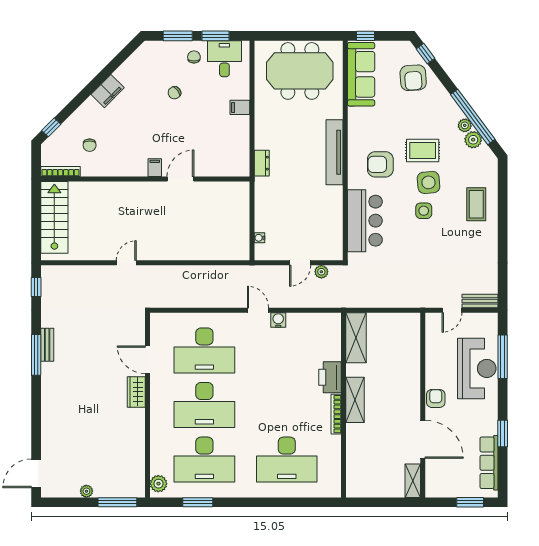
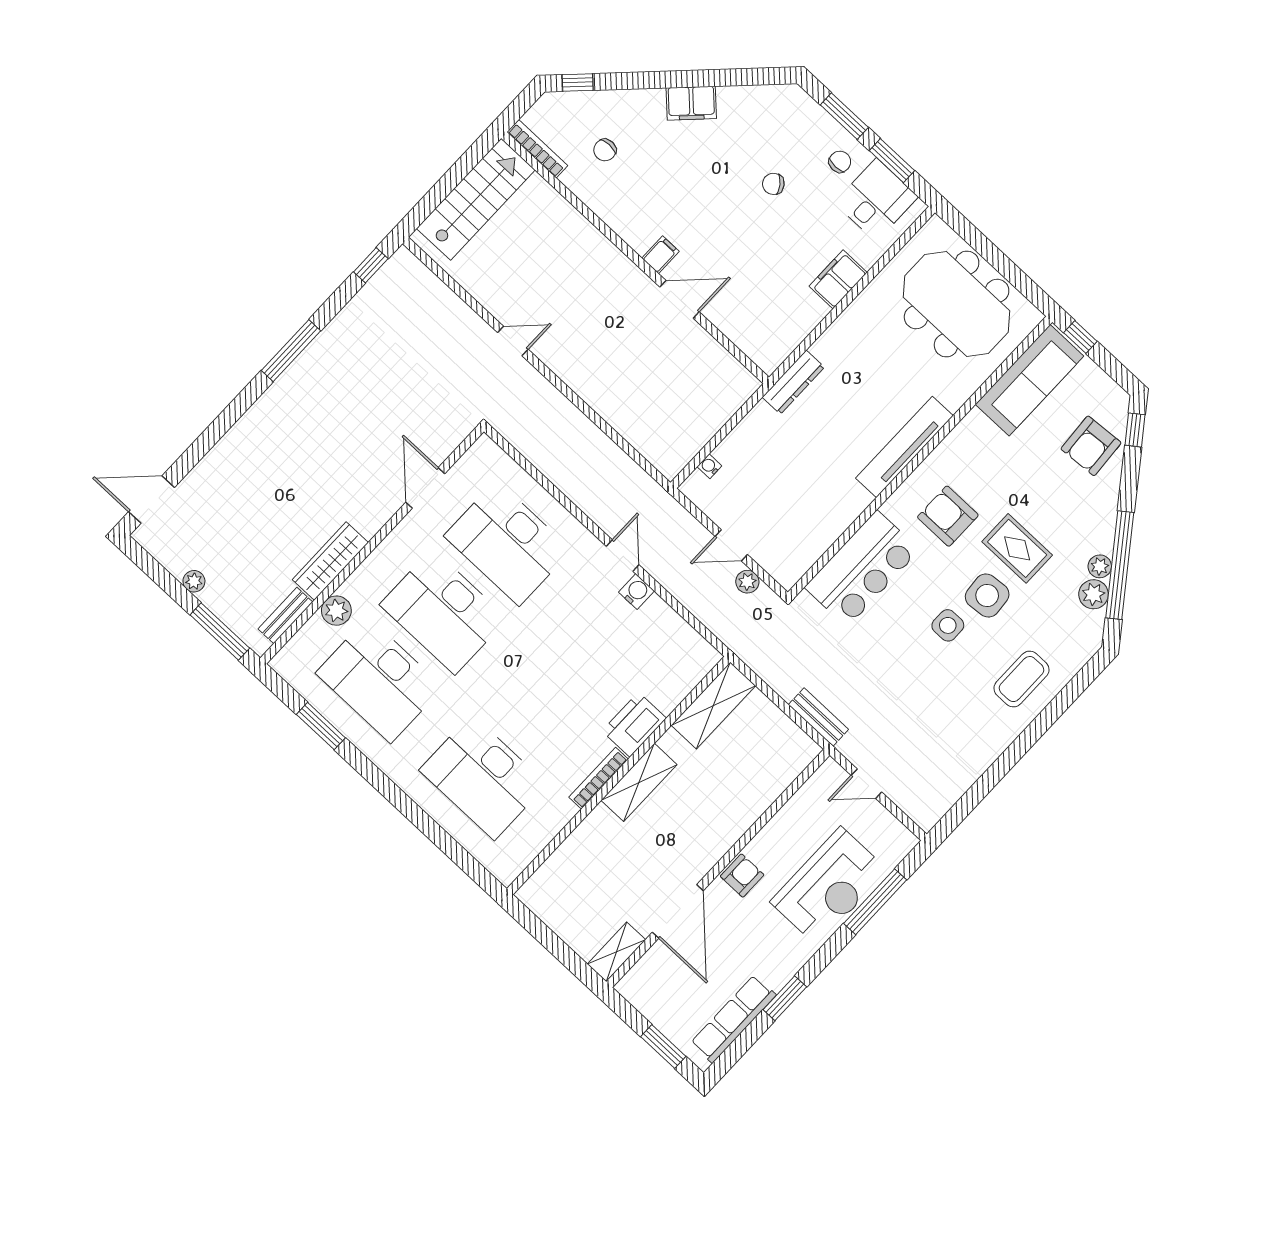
filing cabinet: (240, 107) -> (838, 279), width x2.00
dresser: (262, 163) -> (793, 382), width x1.44
bench: (480, 301) -> (818, 717), moved
bench: (47, 345) -> (285, 616), moved
wardrobe: (136, 392) -> (330, 561), moved, width x1.50
plant: (158, 484) -> (336, 611), moved

